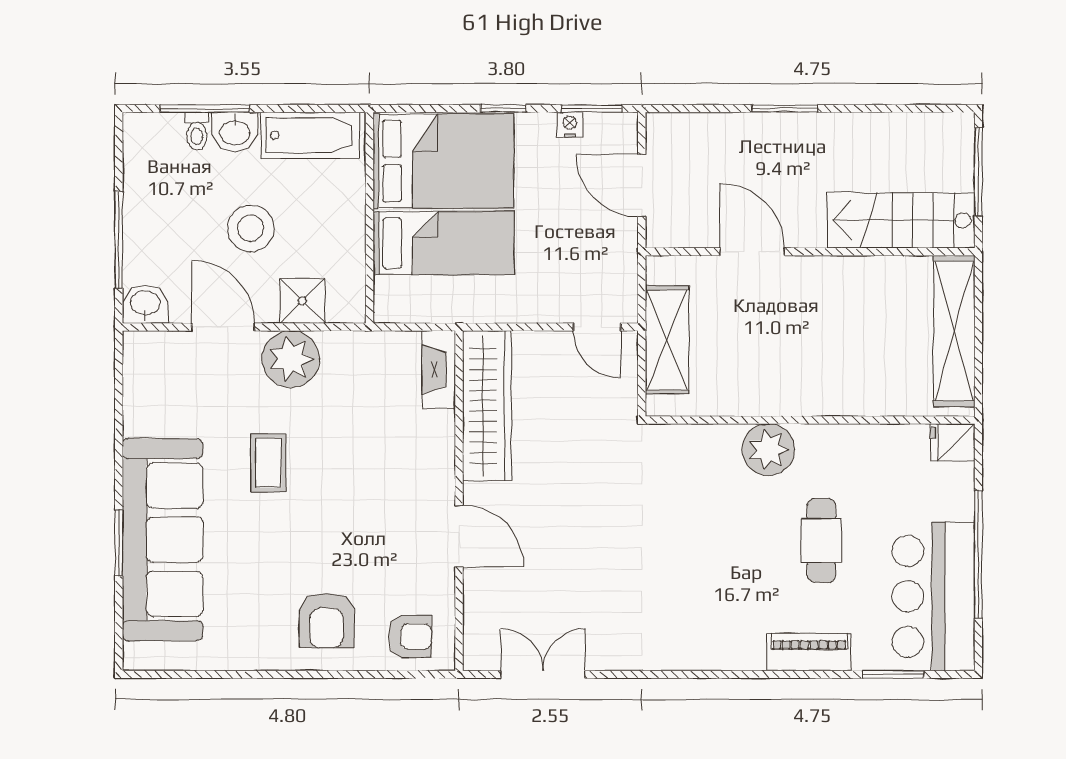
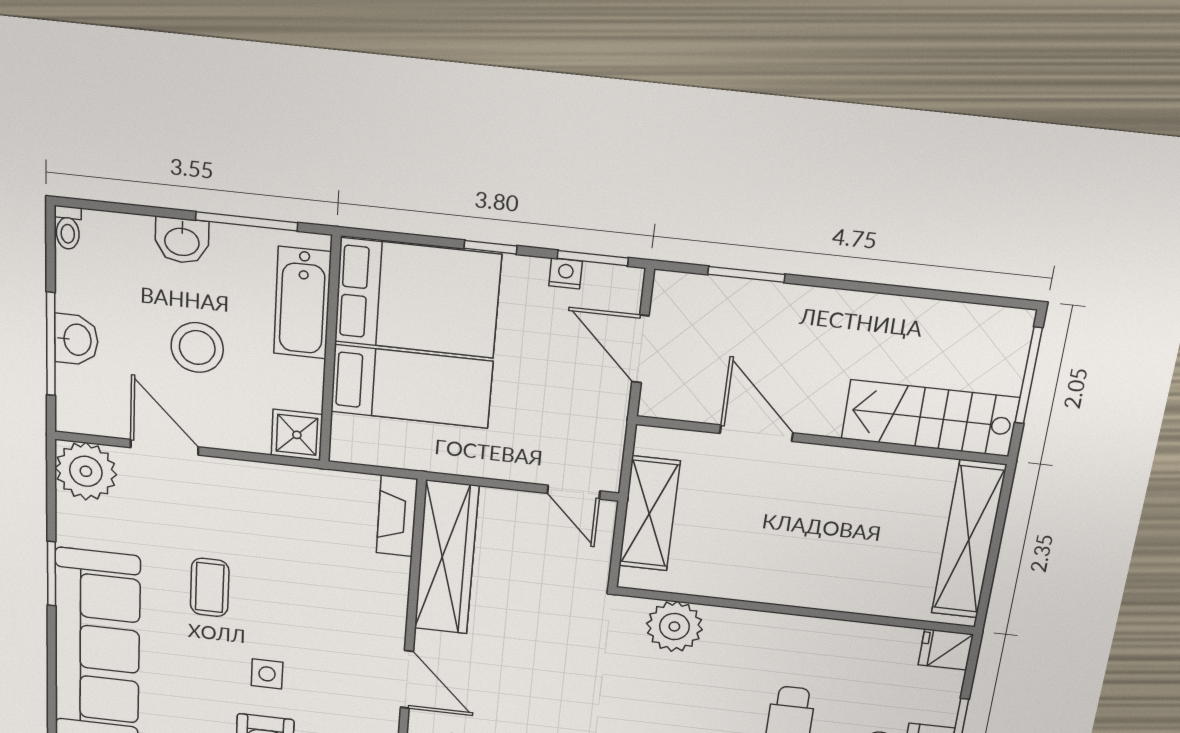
window: (205, 108) -> (247, 221), moved
window: (785, 108) -> (746, 274), moved
toilet: (197, 131) -> (68, 228), moved
bathtub: (310, 135) -> (302, 303), moved, turned 90
shower: (302, 301) -> (297, 435), moved
washbasin: (145, 304) -> (76, 340), moved, turned 90
plant: (291, 359) -> (86, 471), moved
plant: (768, 450) -> (674, 626), moved
window: (119, 543) -> (51, 574), moved
side table: (326, 547) -> (267, 674), added

